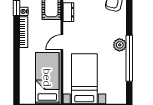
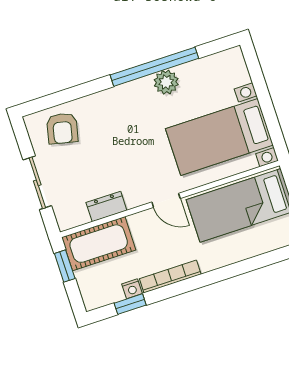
plant: (120, 45) -> (166, 82), moved

